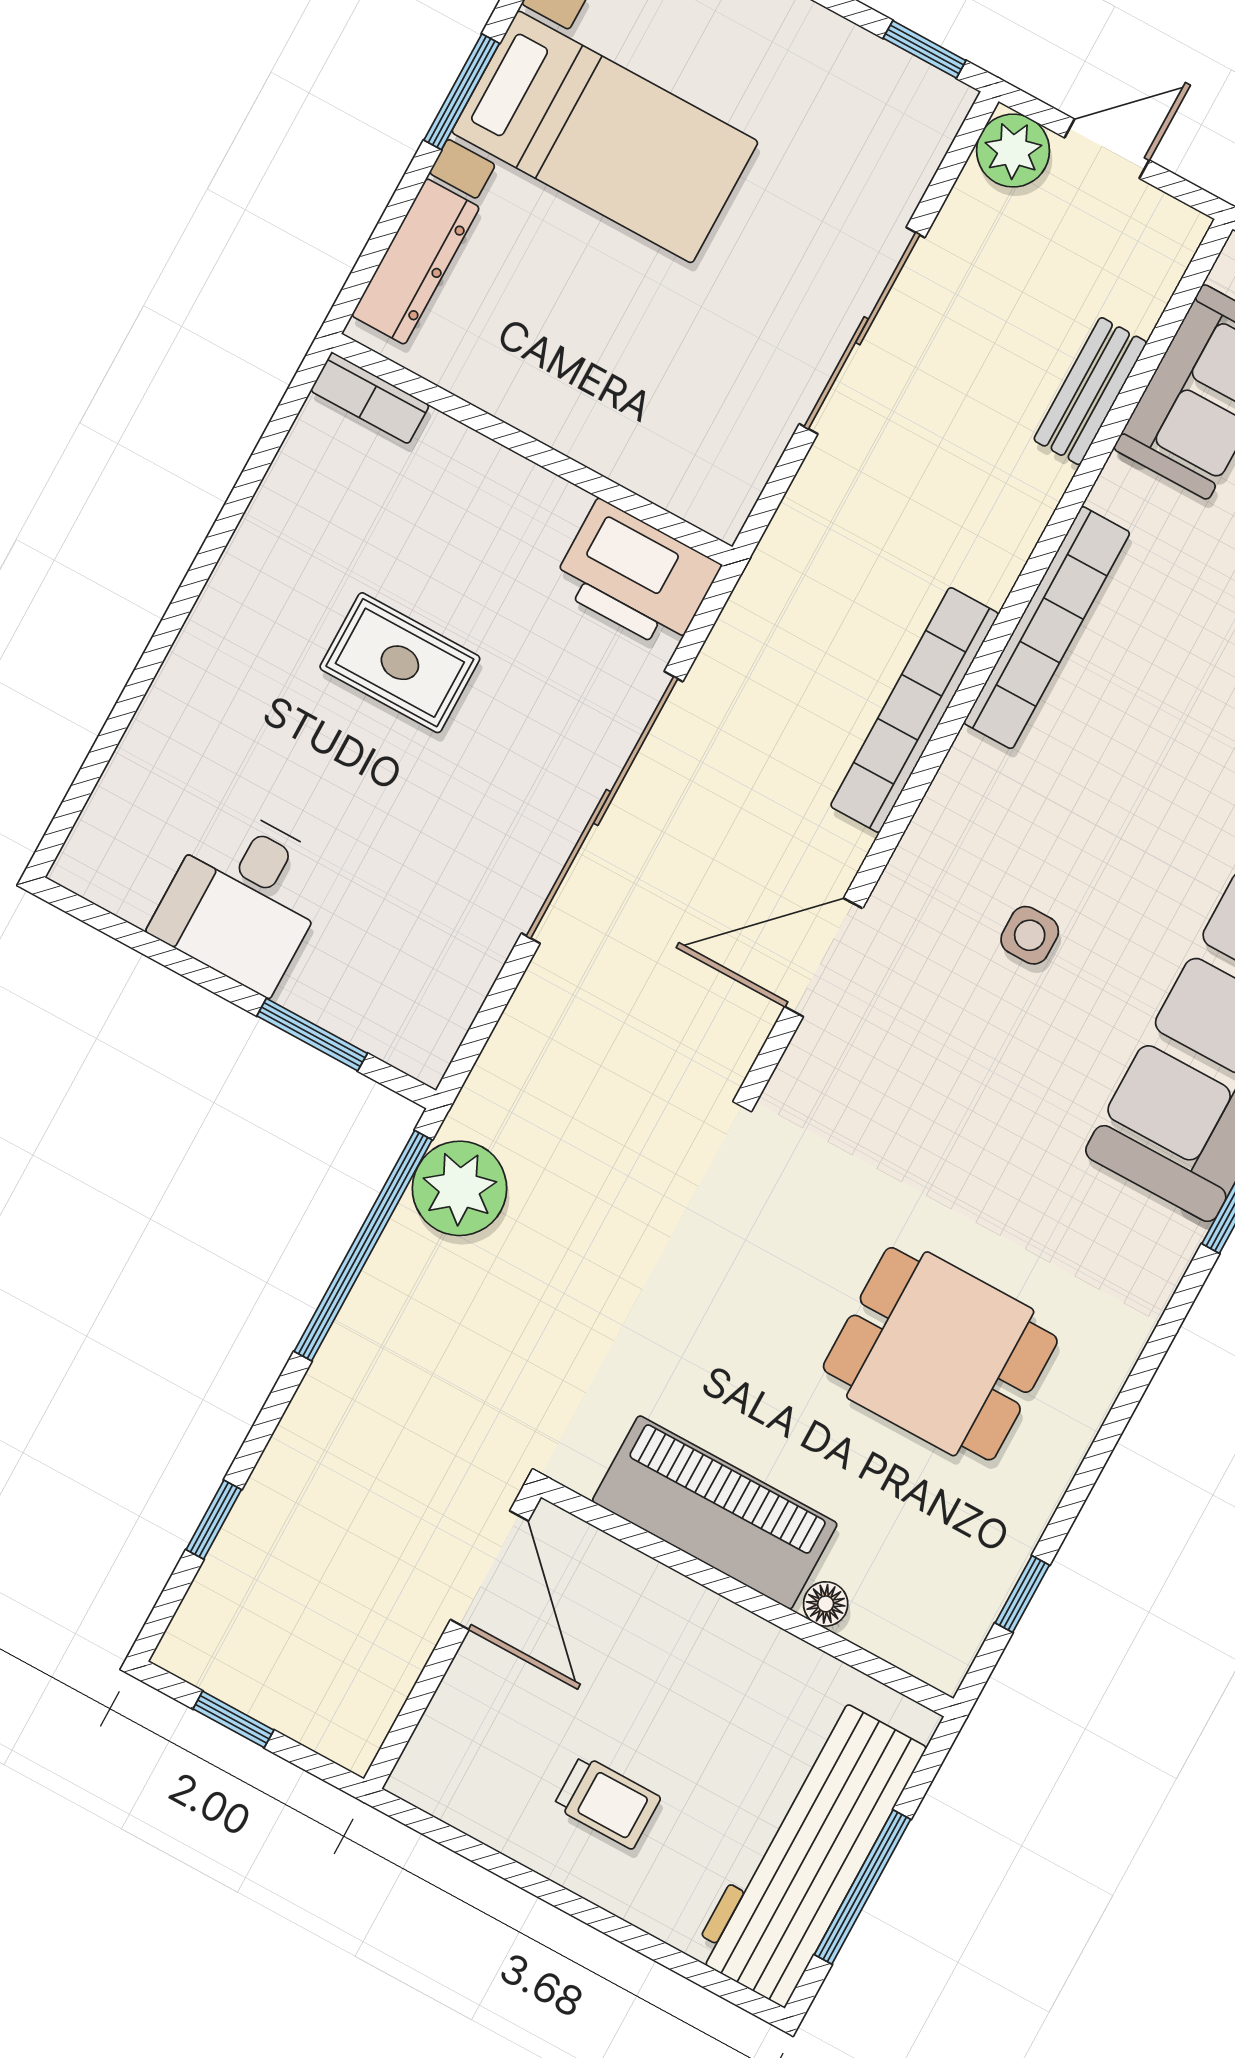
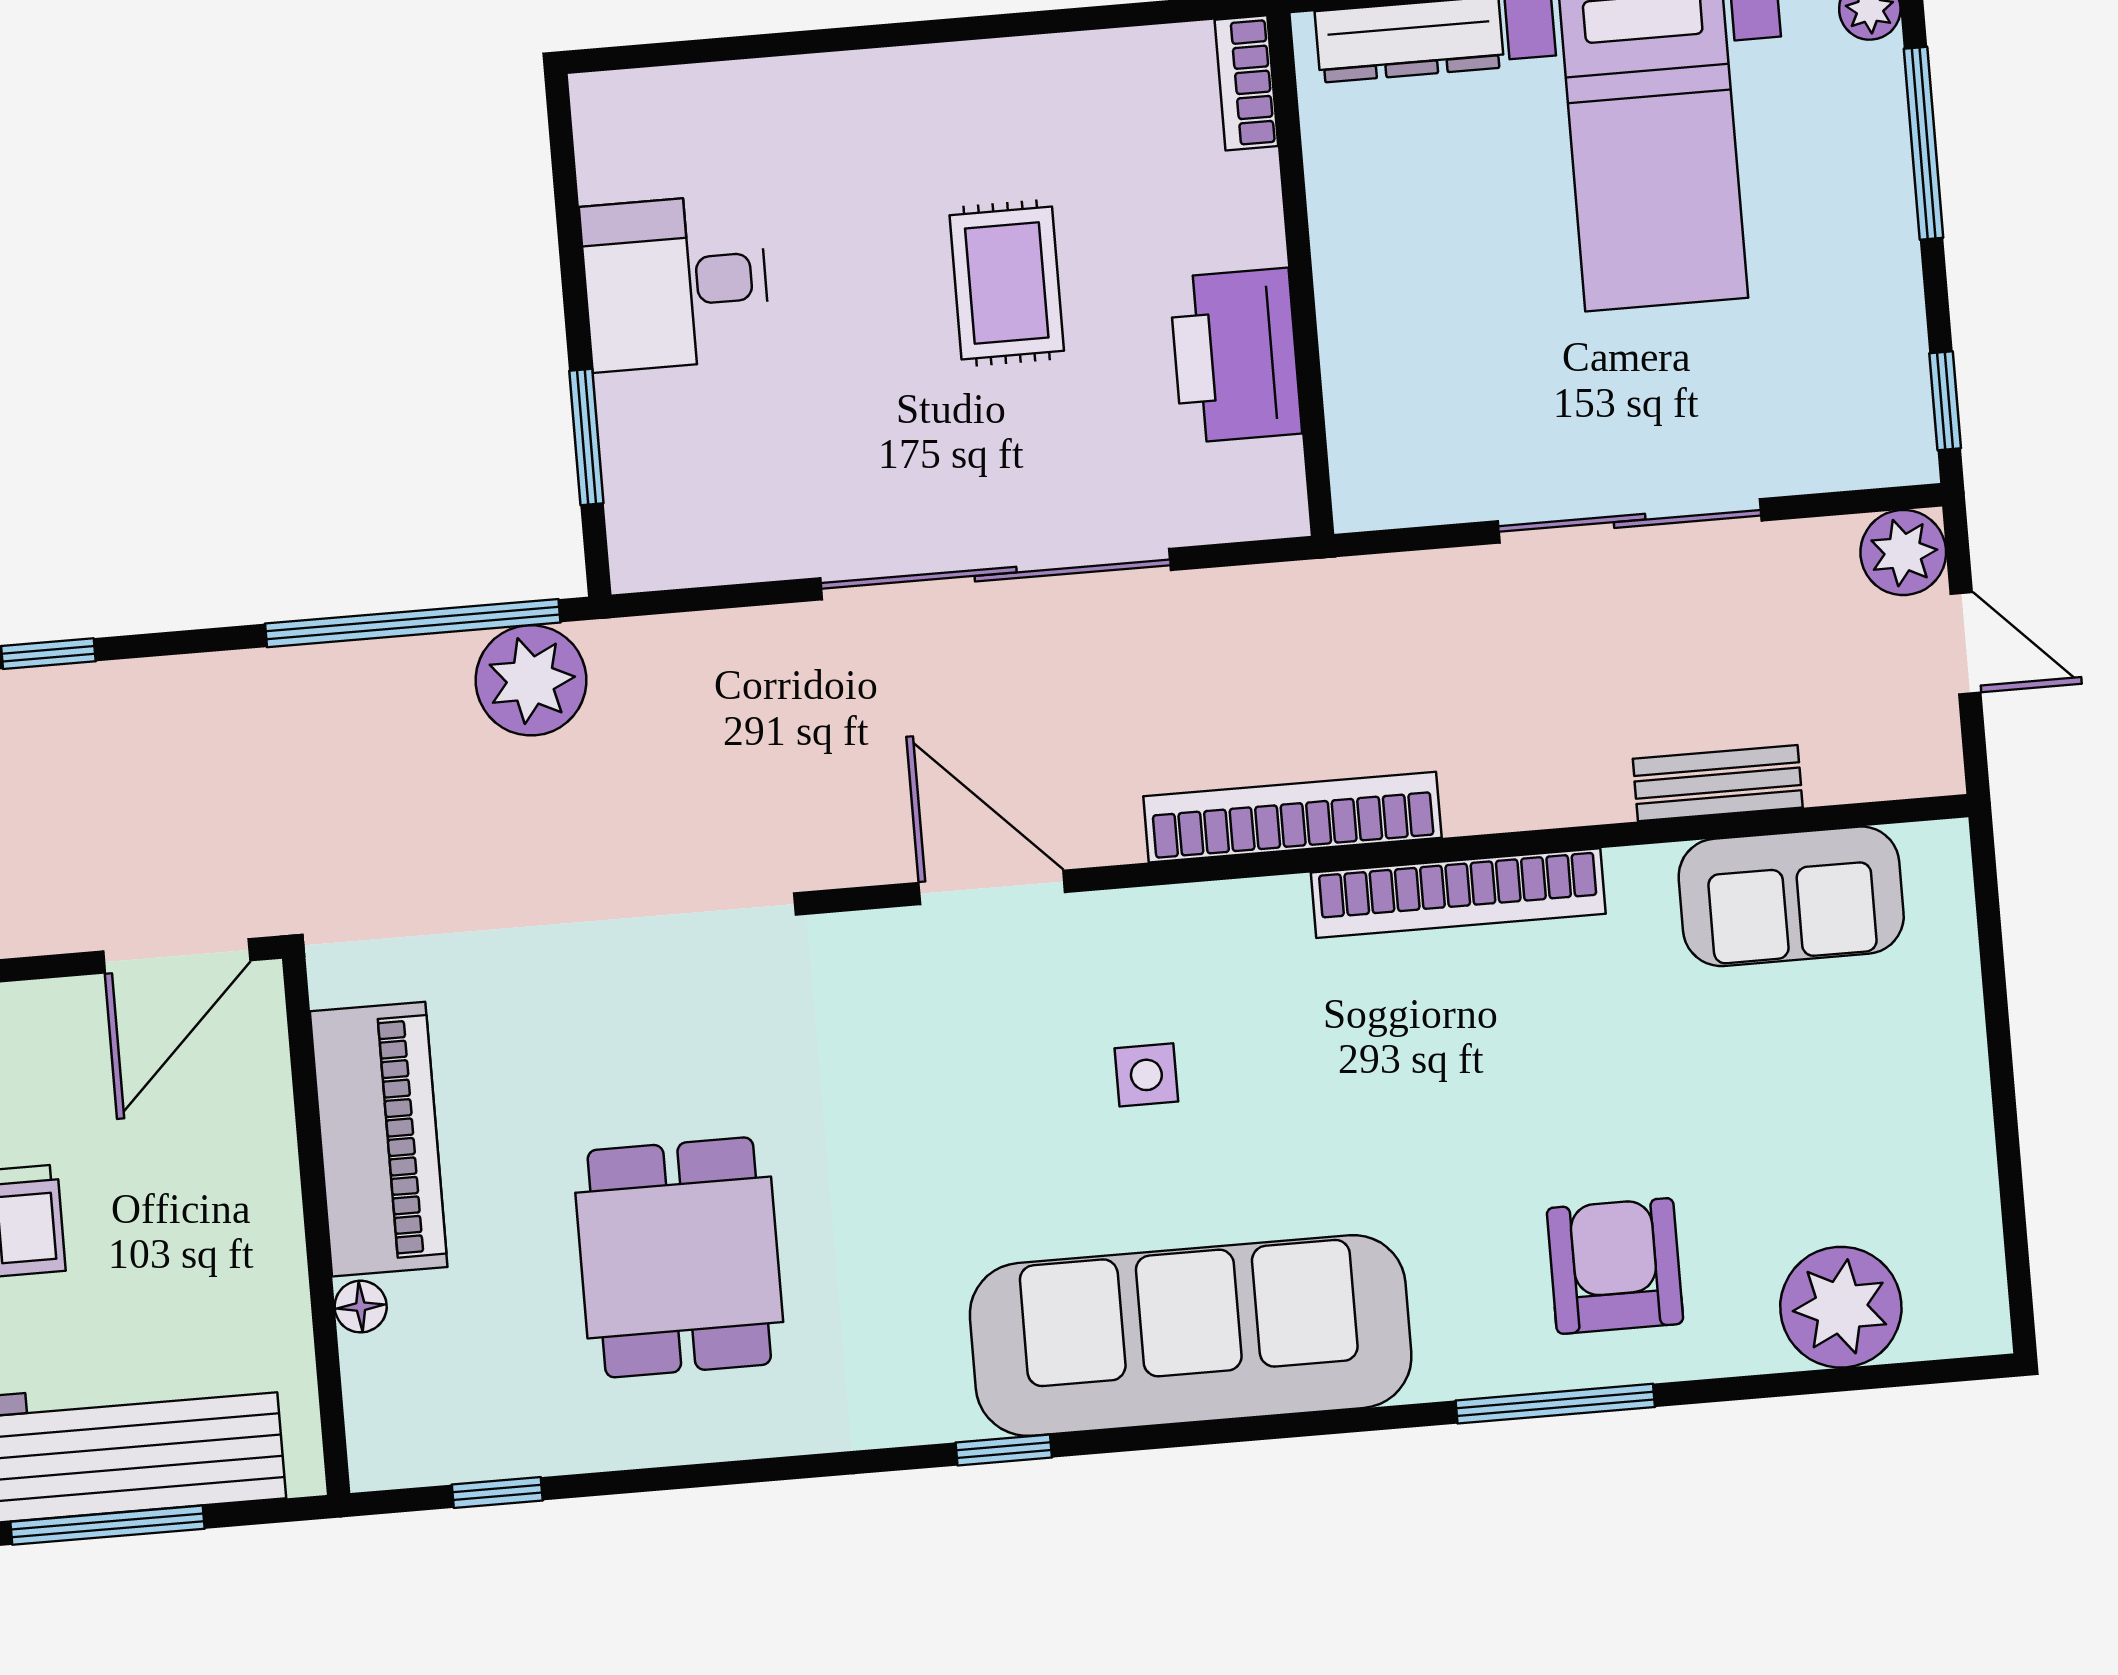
printer: (636, 576) -> (1236, 355), moved

